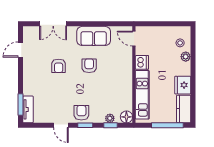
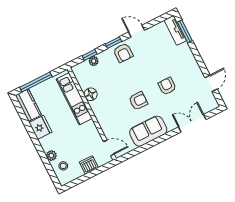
dishwasher: (142, 62) -> (89, 165), moved, turned 90
armchair: (89, 66) -> (138, 101), turned -90
floor lamp: (126, 117) -> (91, 94), moved

